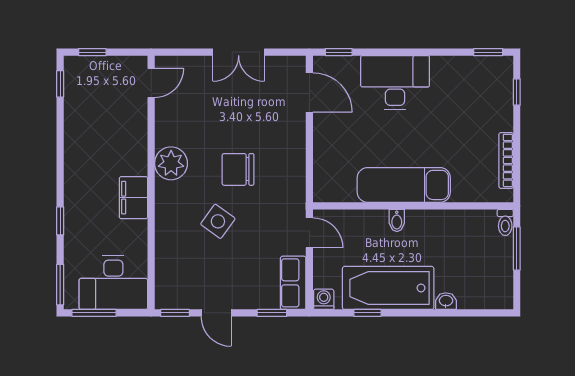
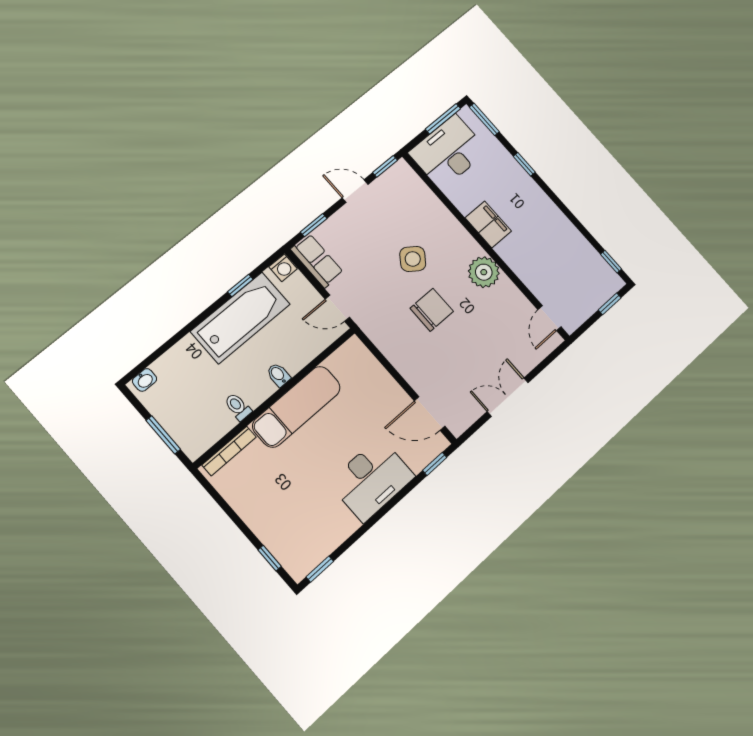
bookcase: (506, 160) -> (229, 451), moved, turned 90
toilet: (505, 222) -> (238, 407), moved
washbasin: (446, 301) -> (145, 380), moved

